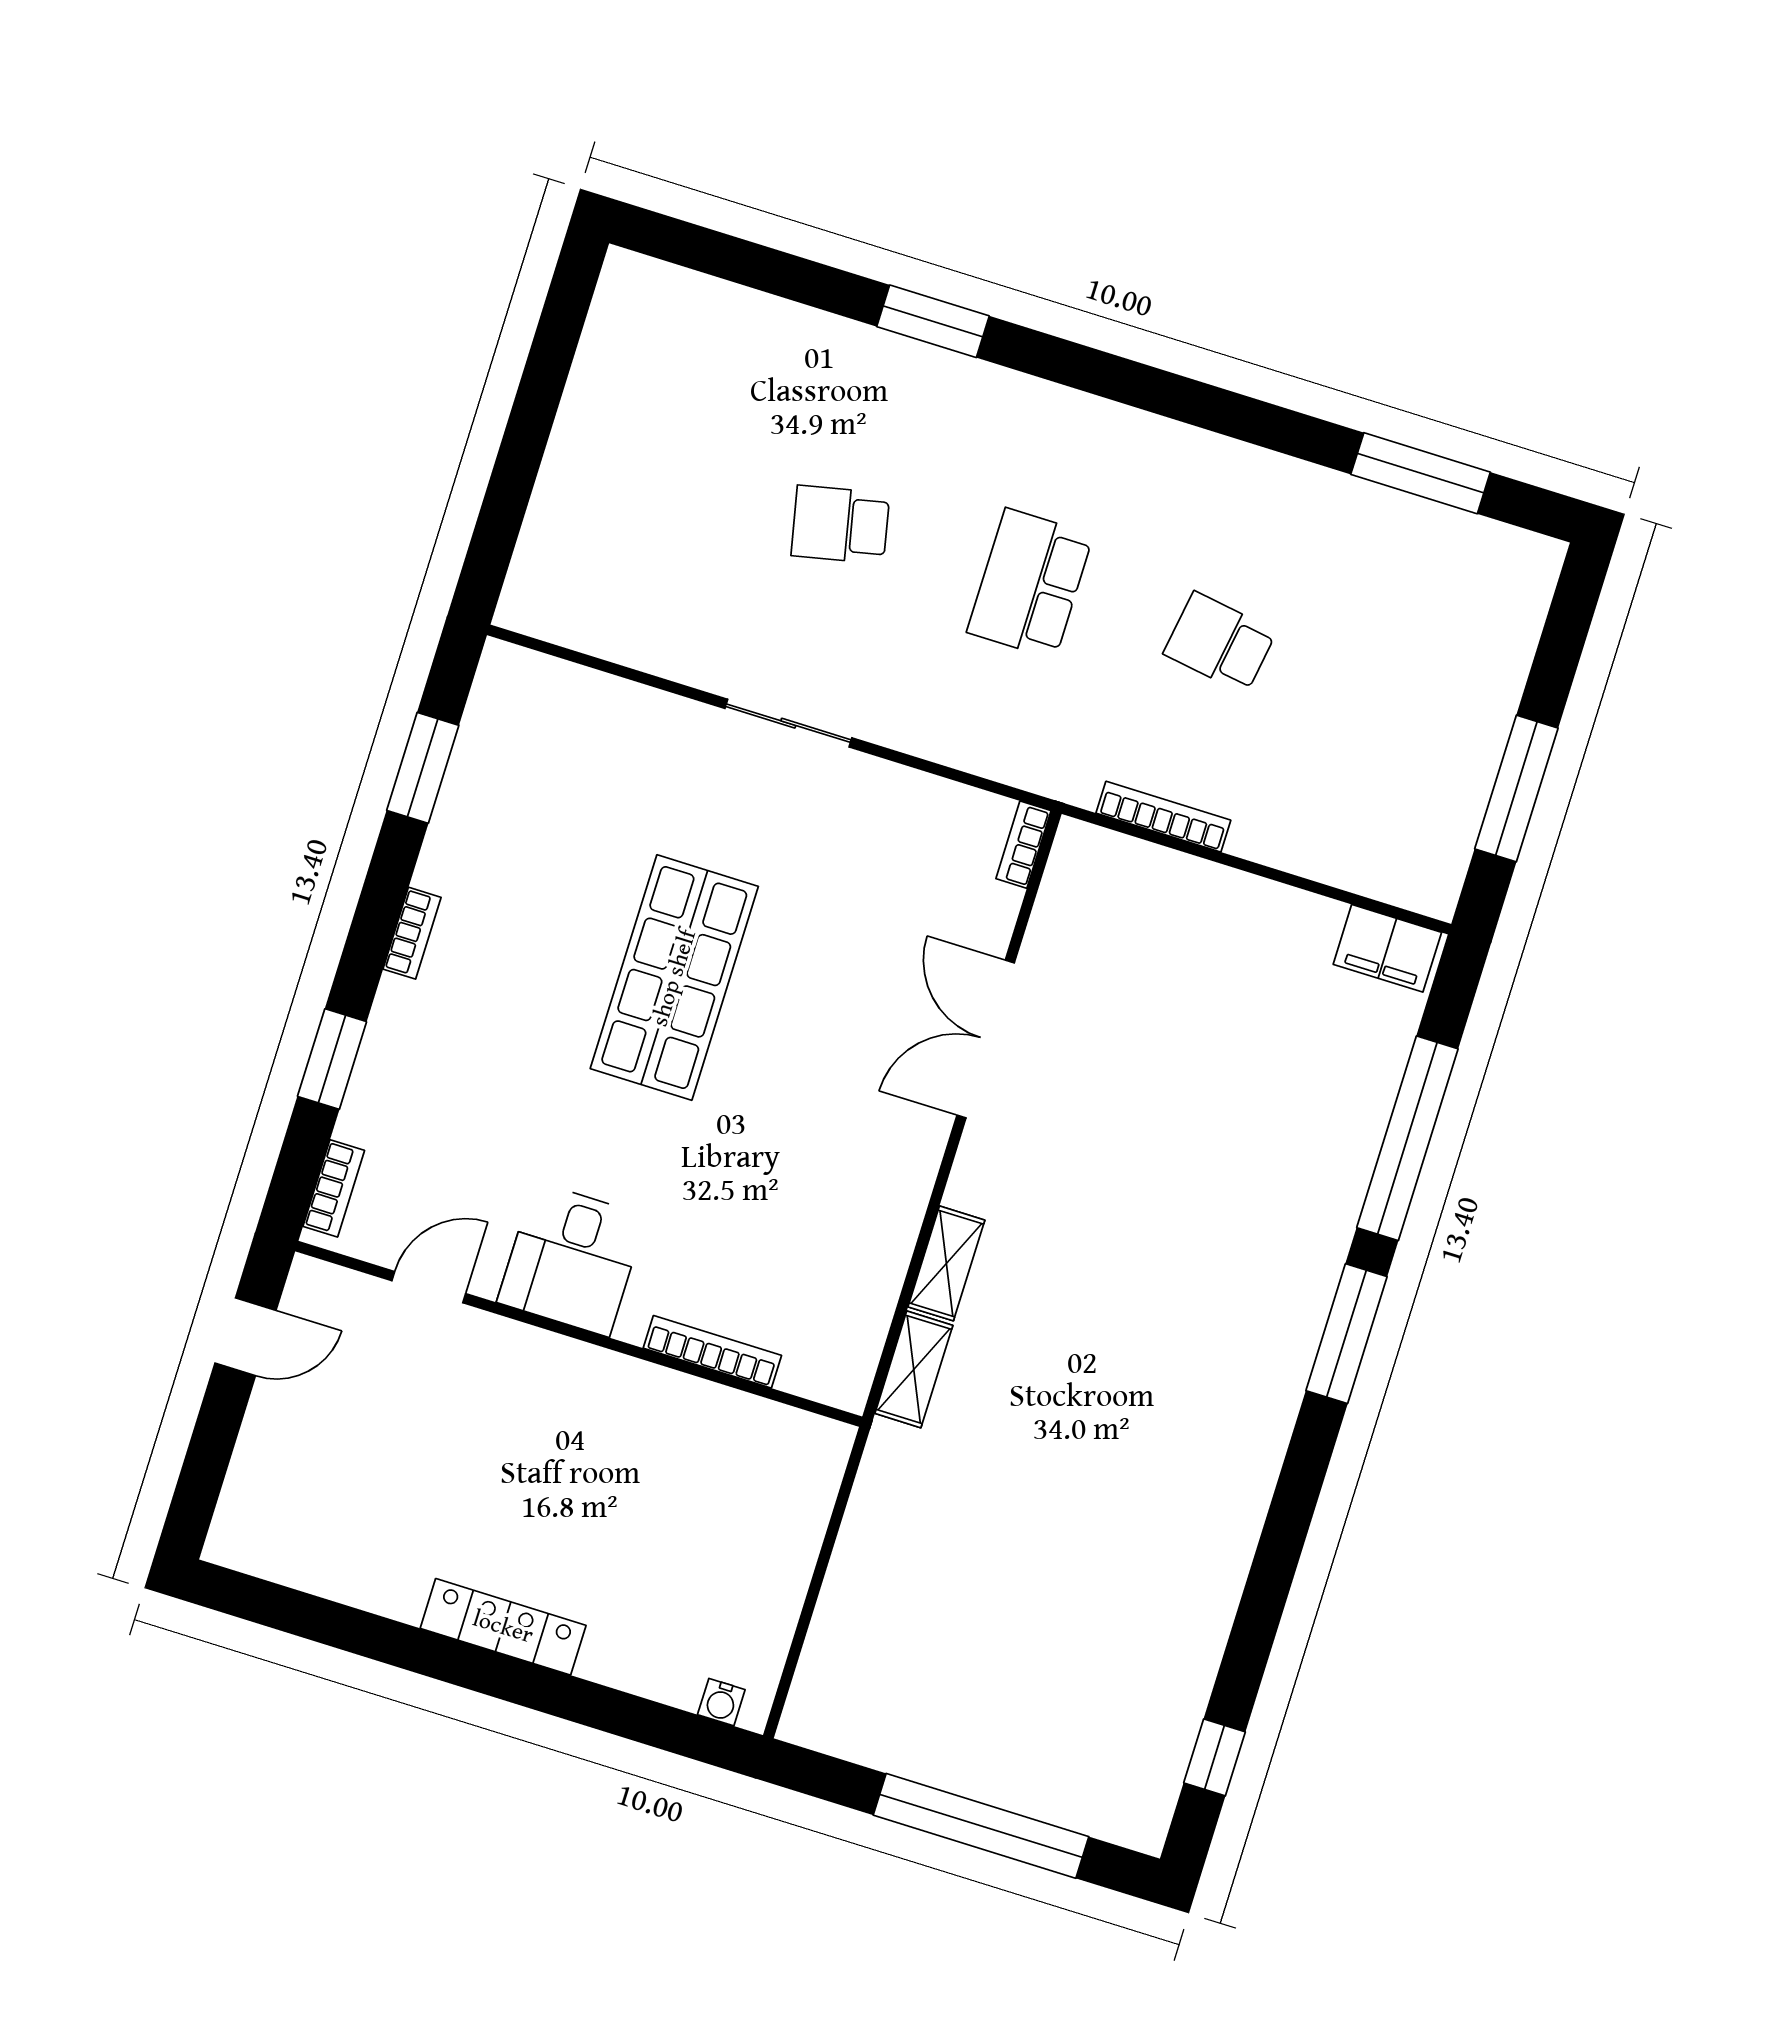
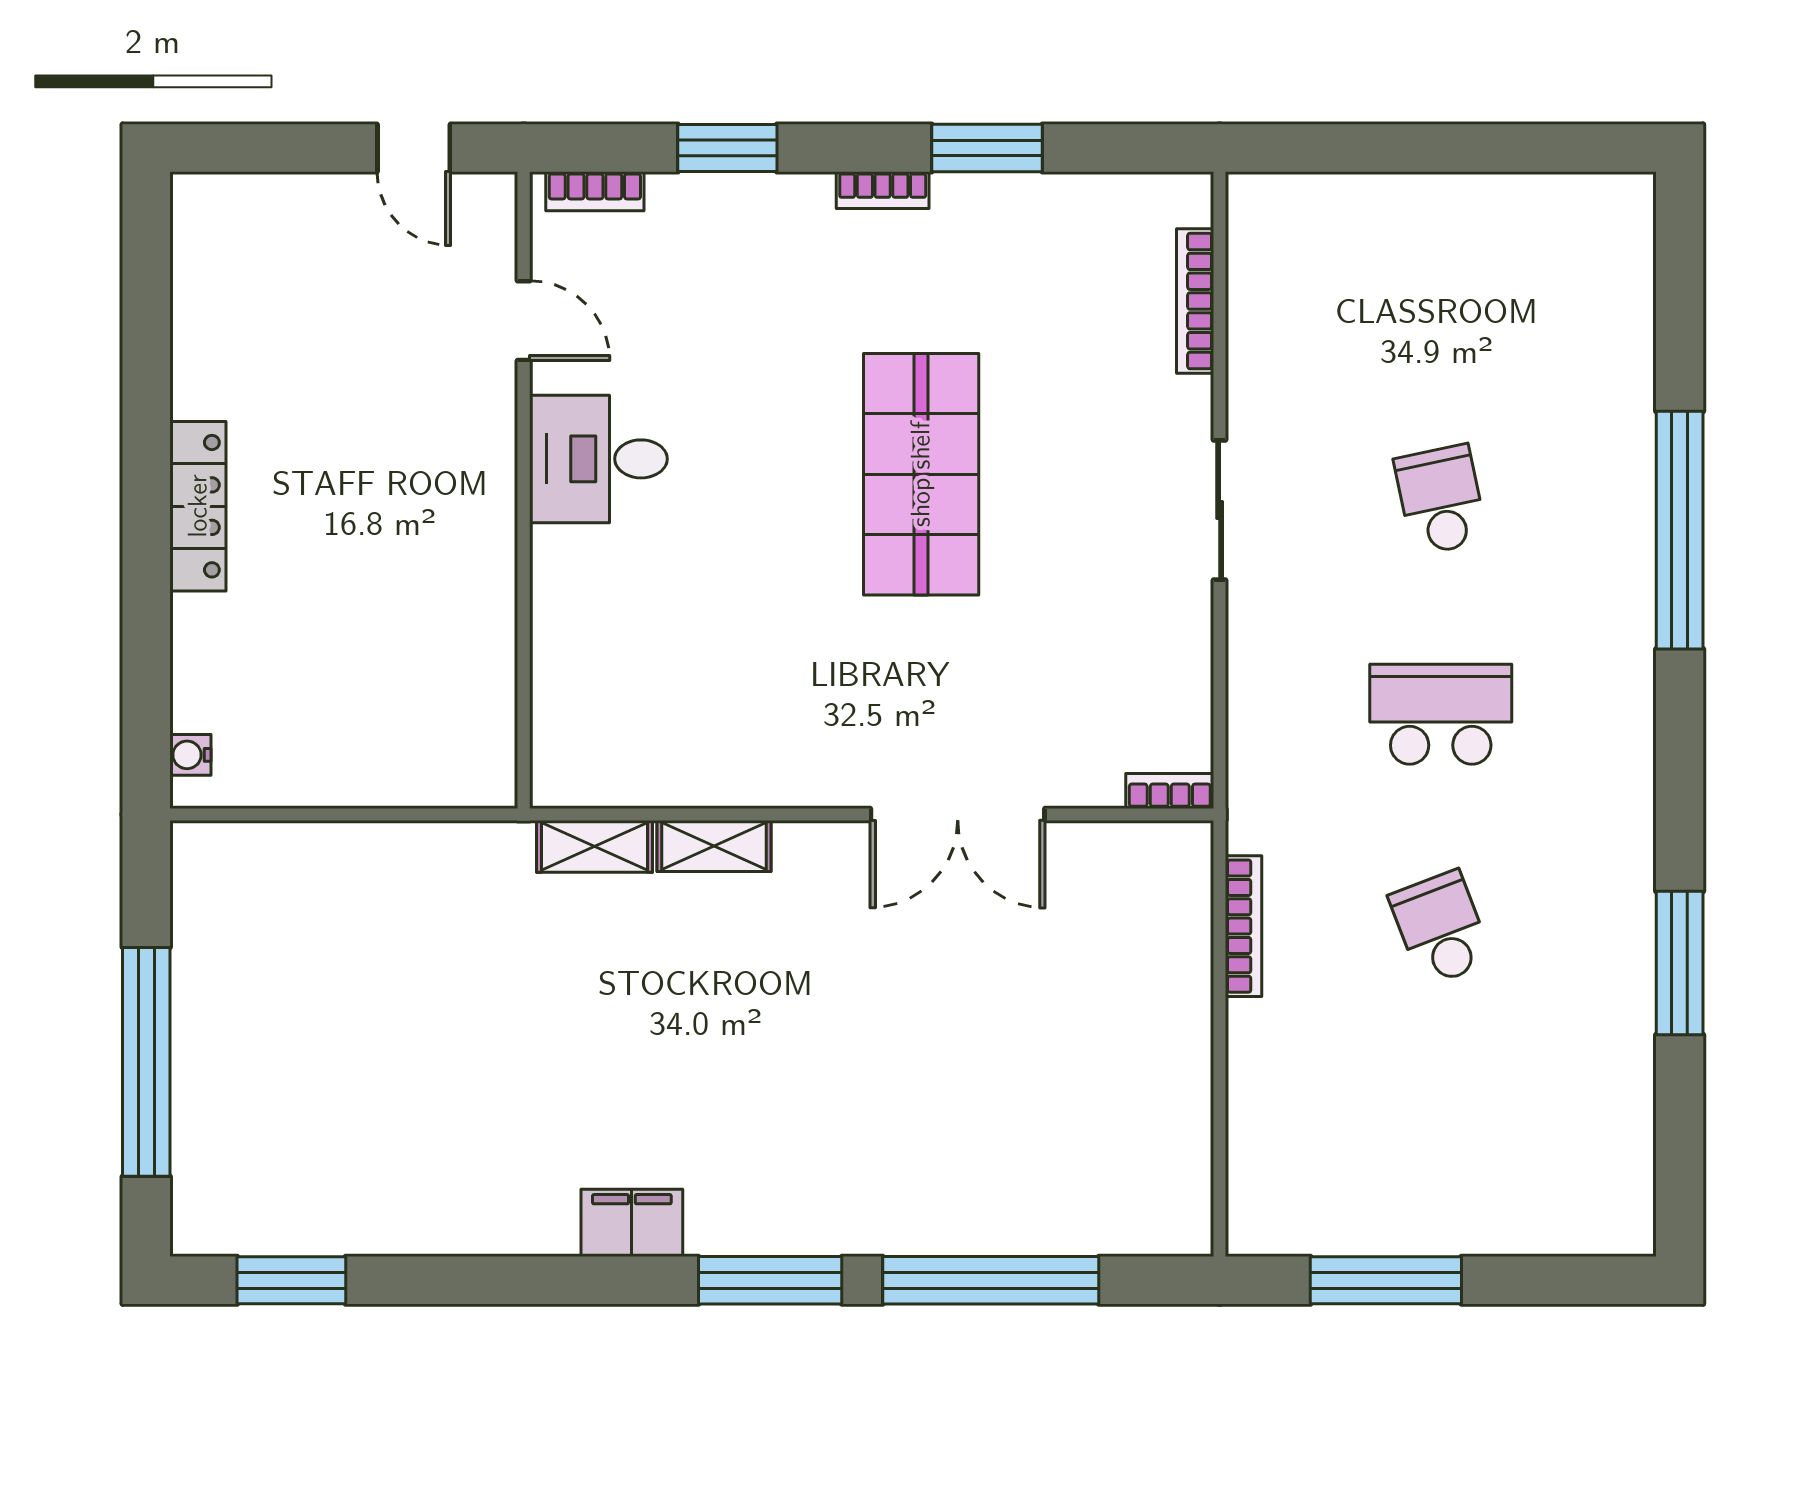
window: (933, 321) -> (1680, 530), width x2.11
window: (1421, 473) -> (1680, 963), moved
school desk: (1220, 643) -> (1441, 928), turned -30
window: (423, 768) -> (987, 148), moved
filing cabinet: (1387, 948) -> (632, 1223), moved, turned 90
shop shelf: (674, 978) -> (921, 474), turned 90
double door: (986, 1039) -> (958, 814), swing flipped
bookcase: (712, 1352) -> (1195, 301), moved, turned 180
window: (1215, 1757) -> (291, 1280), width x1.50

